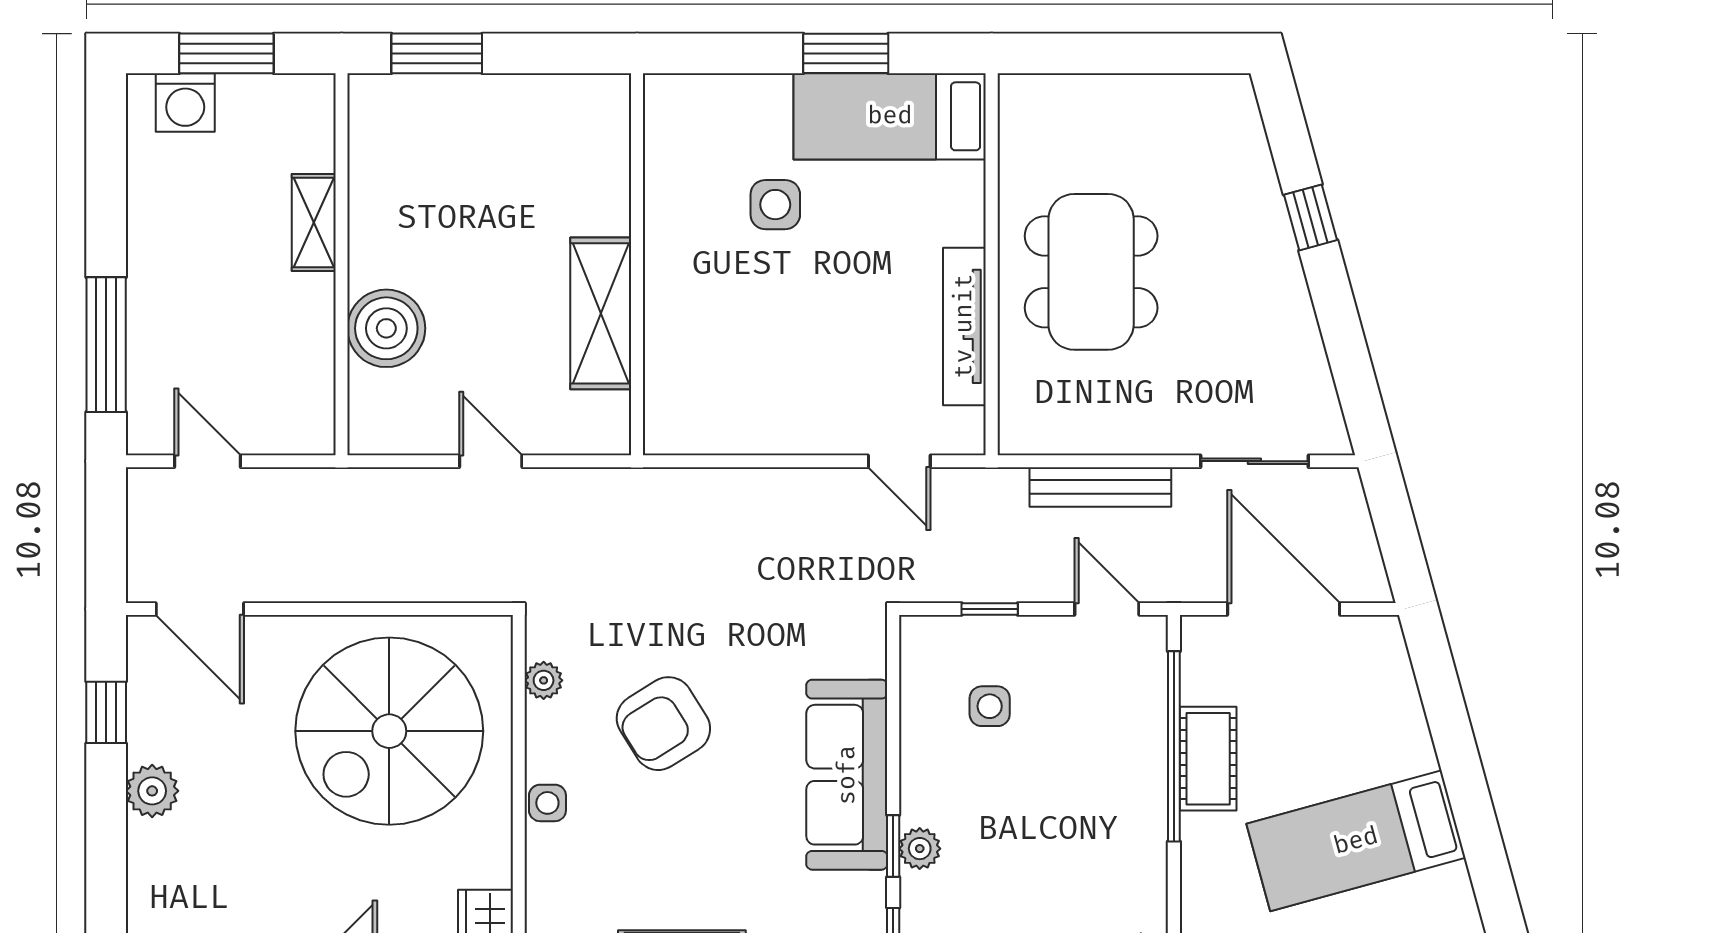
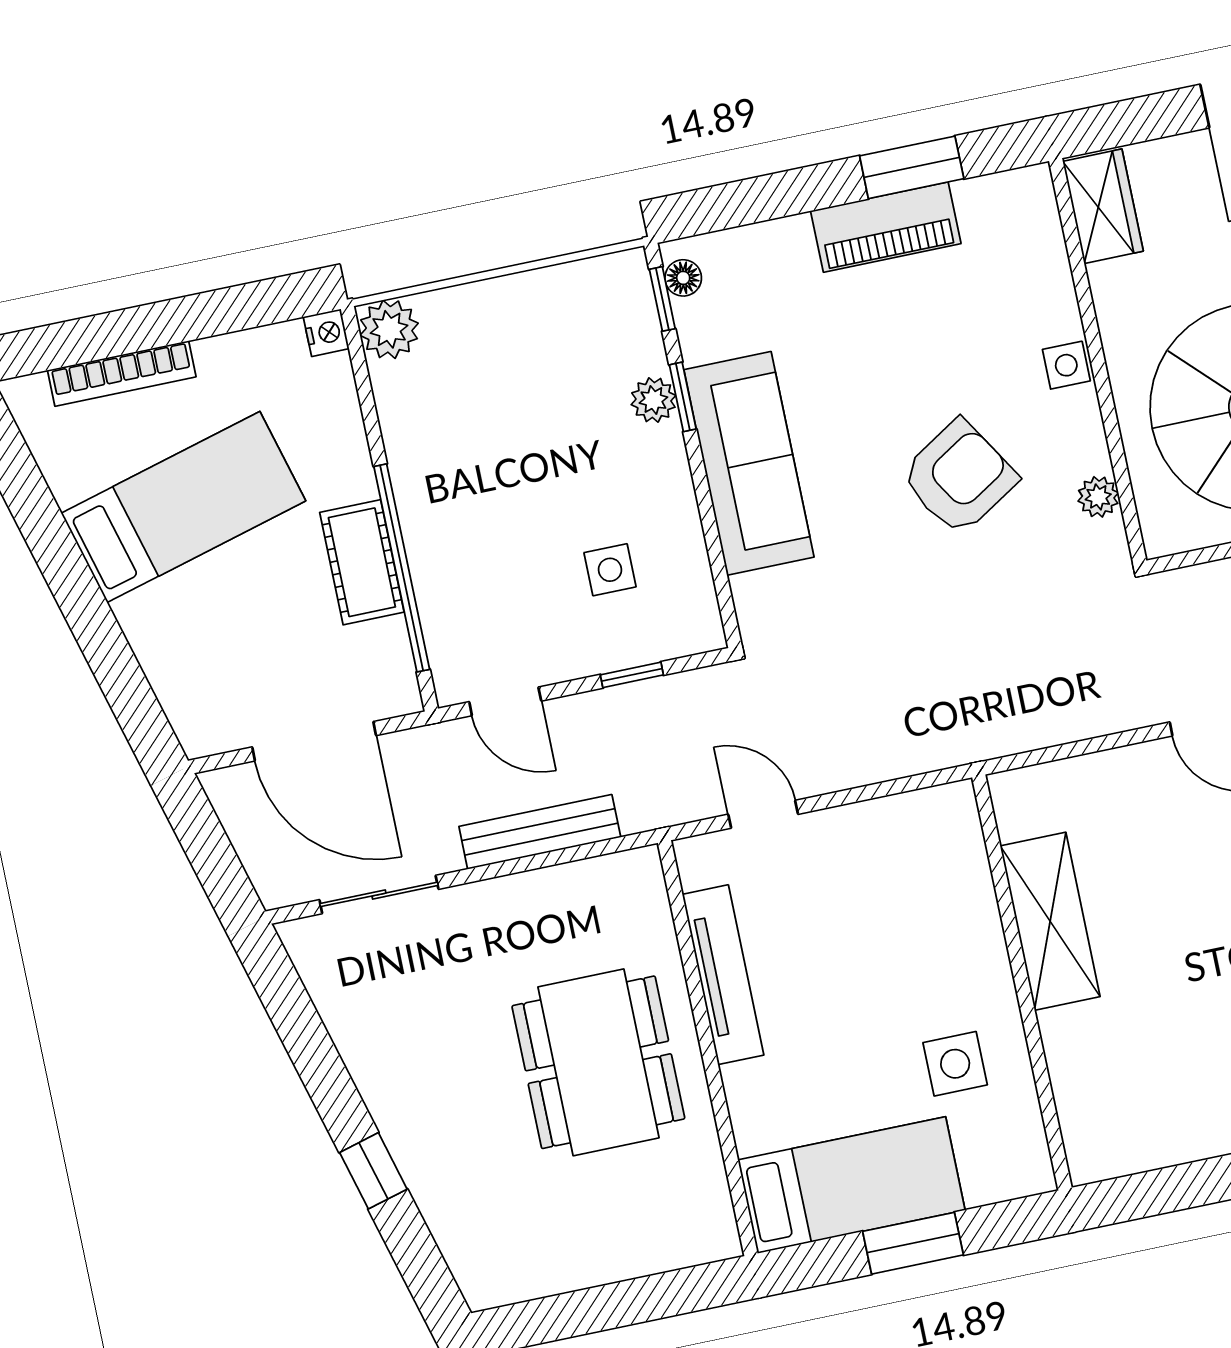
wall: (637, 264) -> (1022, 983), moved
shelving: (601, 313) -> (1050, 921), moved

